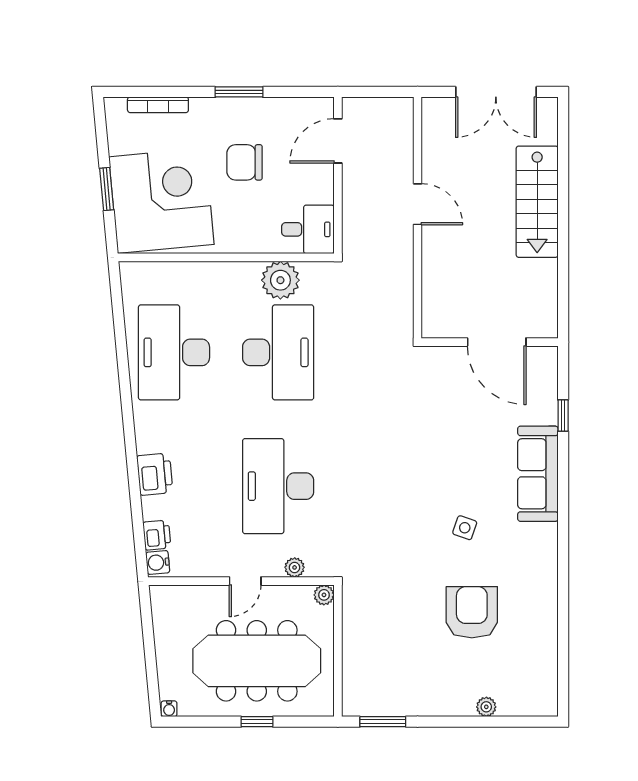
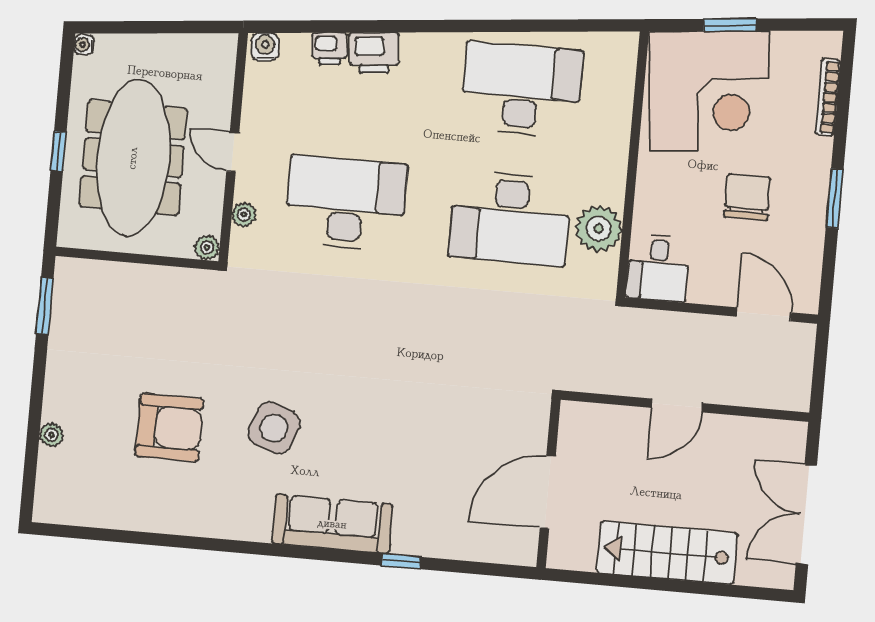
wall: (490, 342) -> (549, 483), moved
door: (497, 342) -> (548, 492), moved
side table: (465, 528) -> (274, 428), width x1.87, depth x1.87
printer: (157, 535) -> (329, 49), moved

